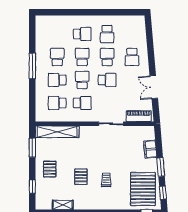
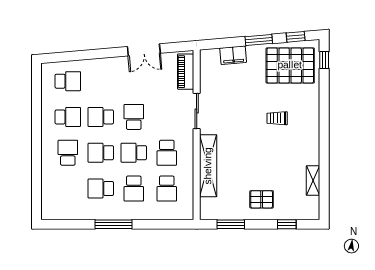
school desk: (132, 57) -> (68, 81), moved
school desk: (82, 103) -> (167, 153), turned 180
shelving: (57, 132) -> (208, 166), moved
pallet: (81, 177) -> (273, 155), removed

